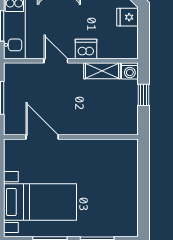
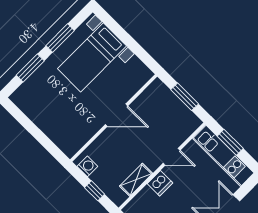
washing machine: (130, 71) -> (87, 166), moved, turned 90
door: (42, 137) -> (116, 115), moved

